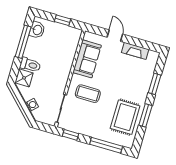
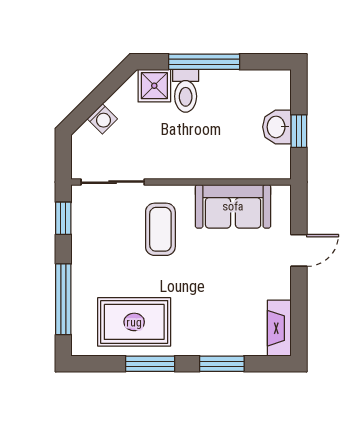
washbasin: (37, 30) -> (277, 127), moved, turned 90
window: (23, 42) -> (204, 62), moved
fireplace: (135, 51) -> (279, 328), moved

